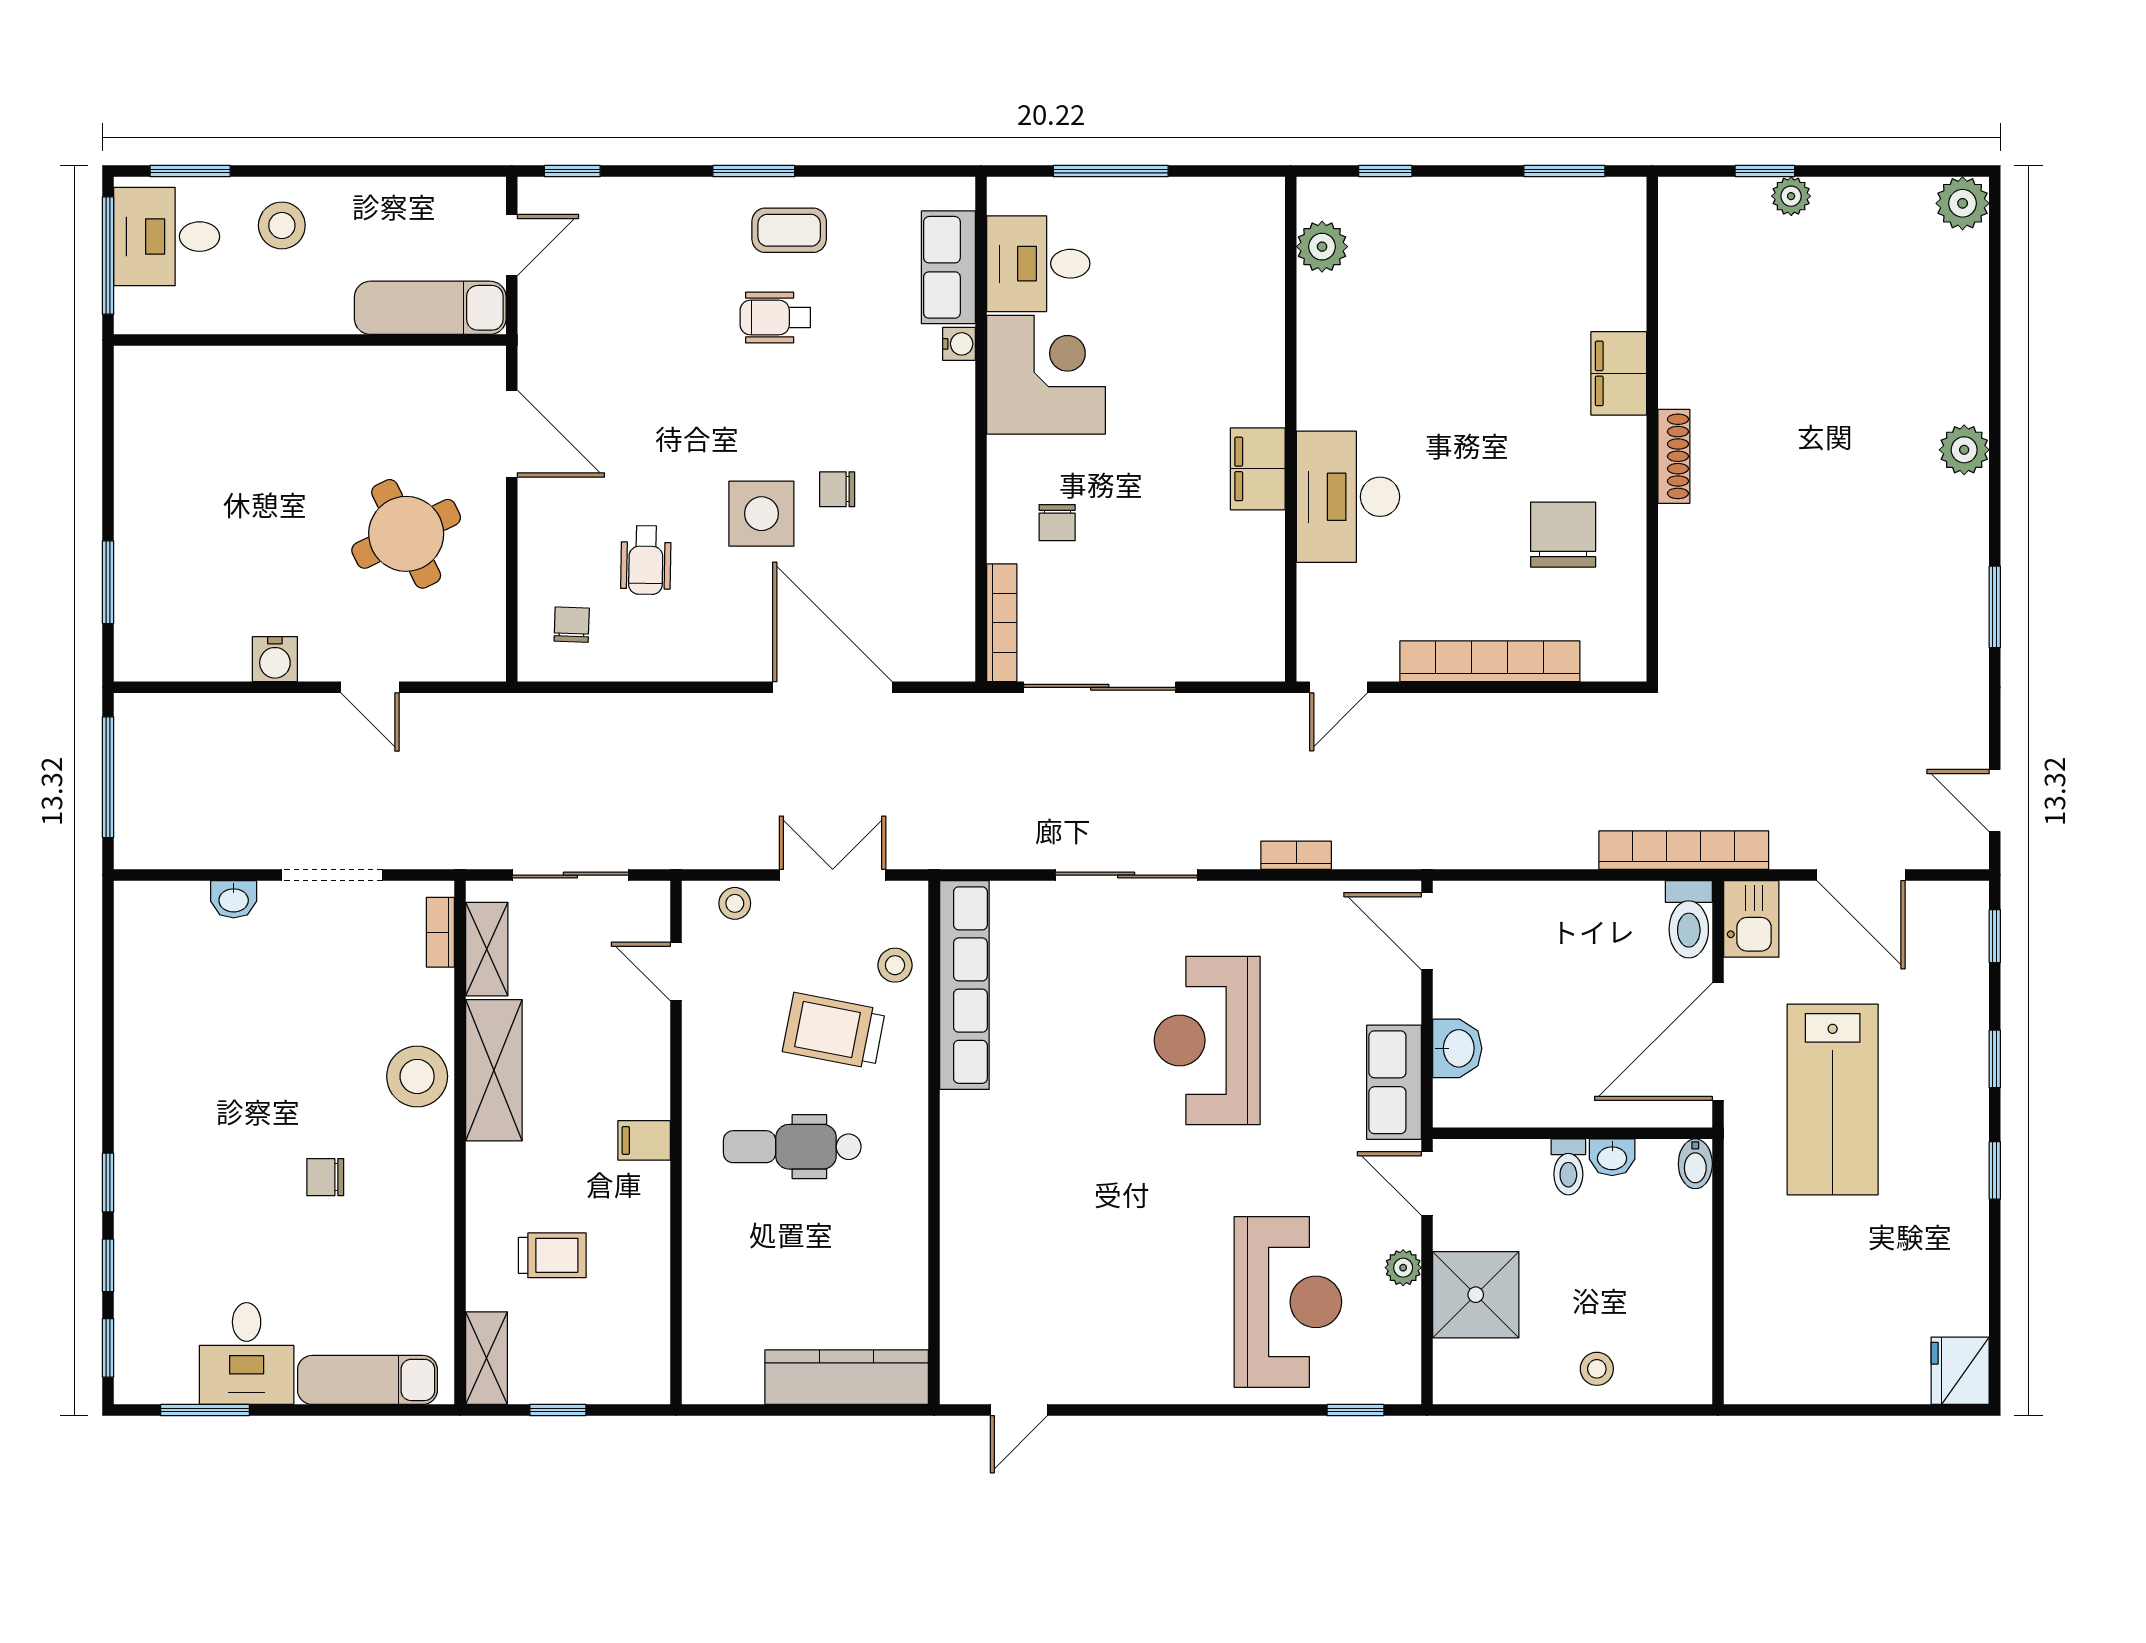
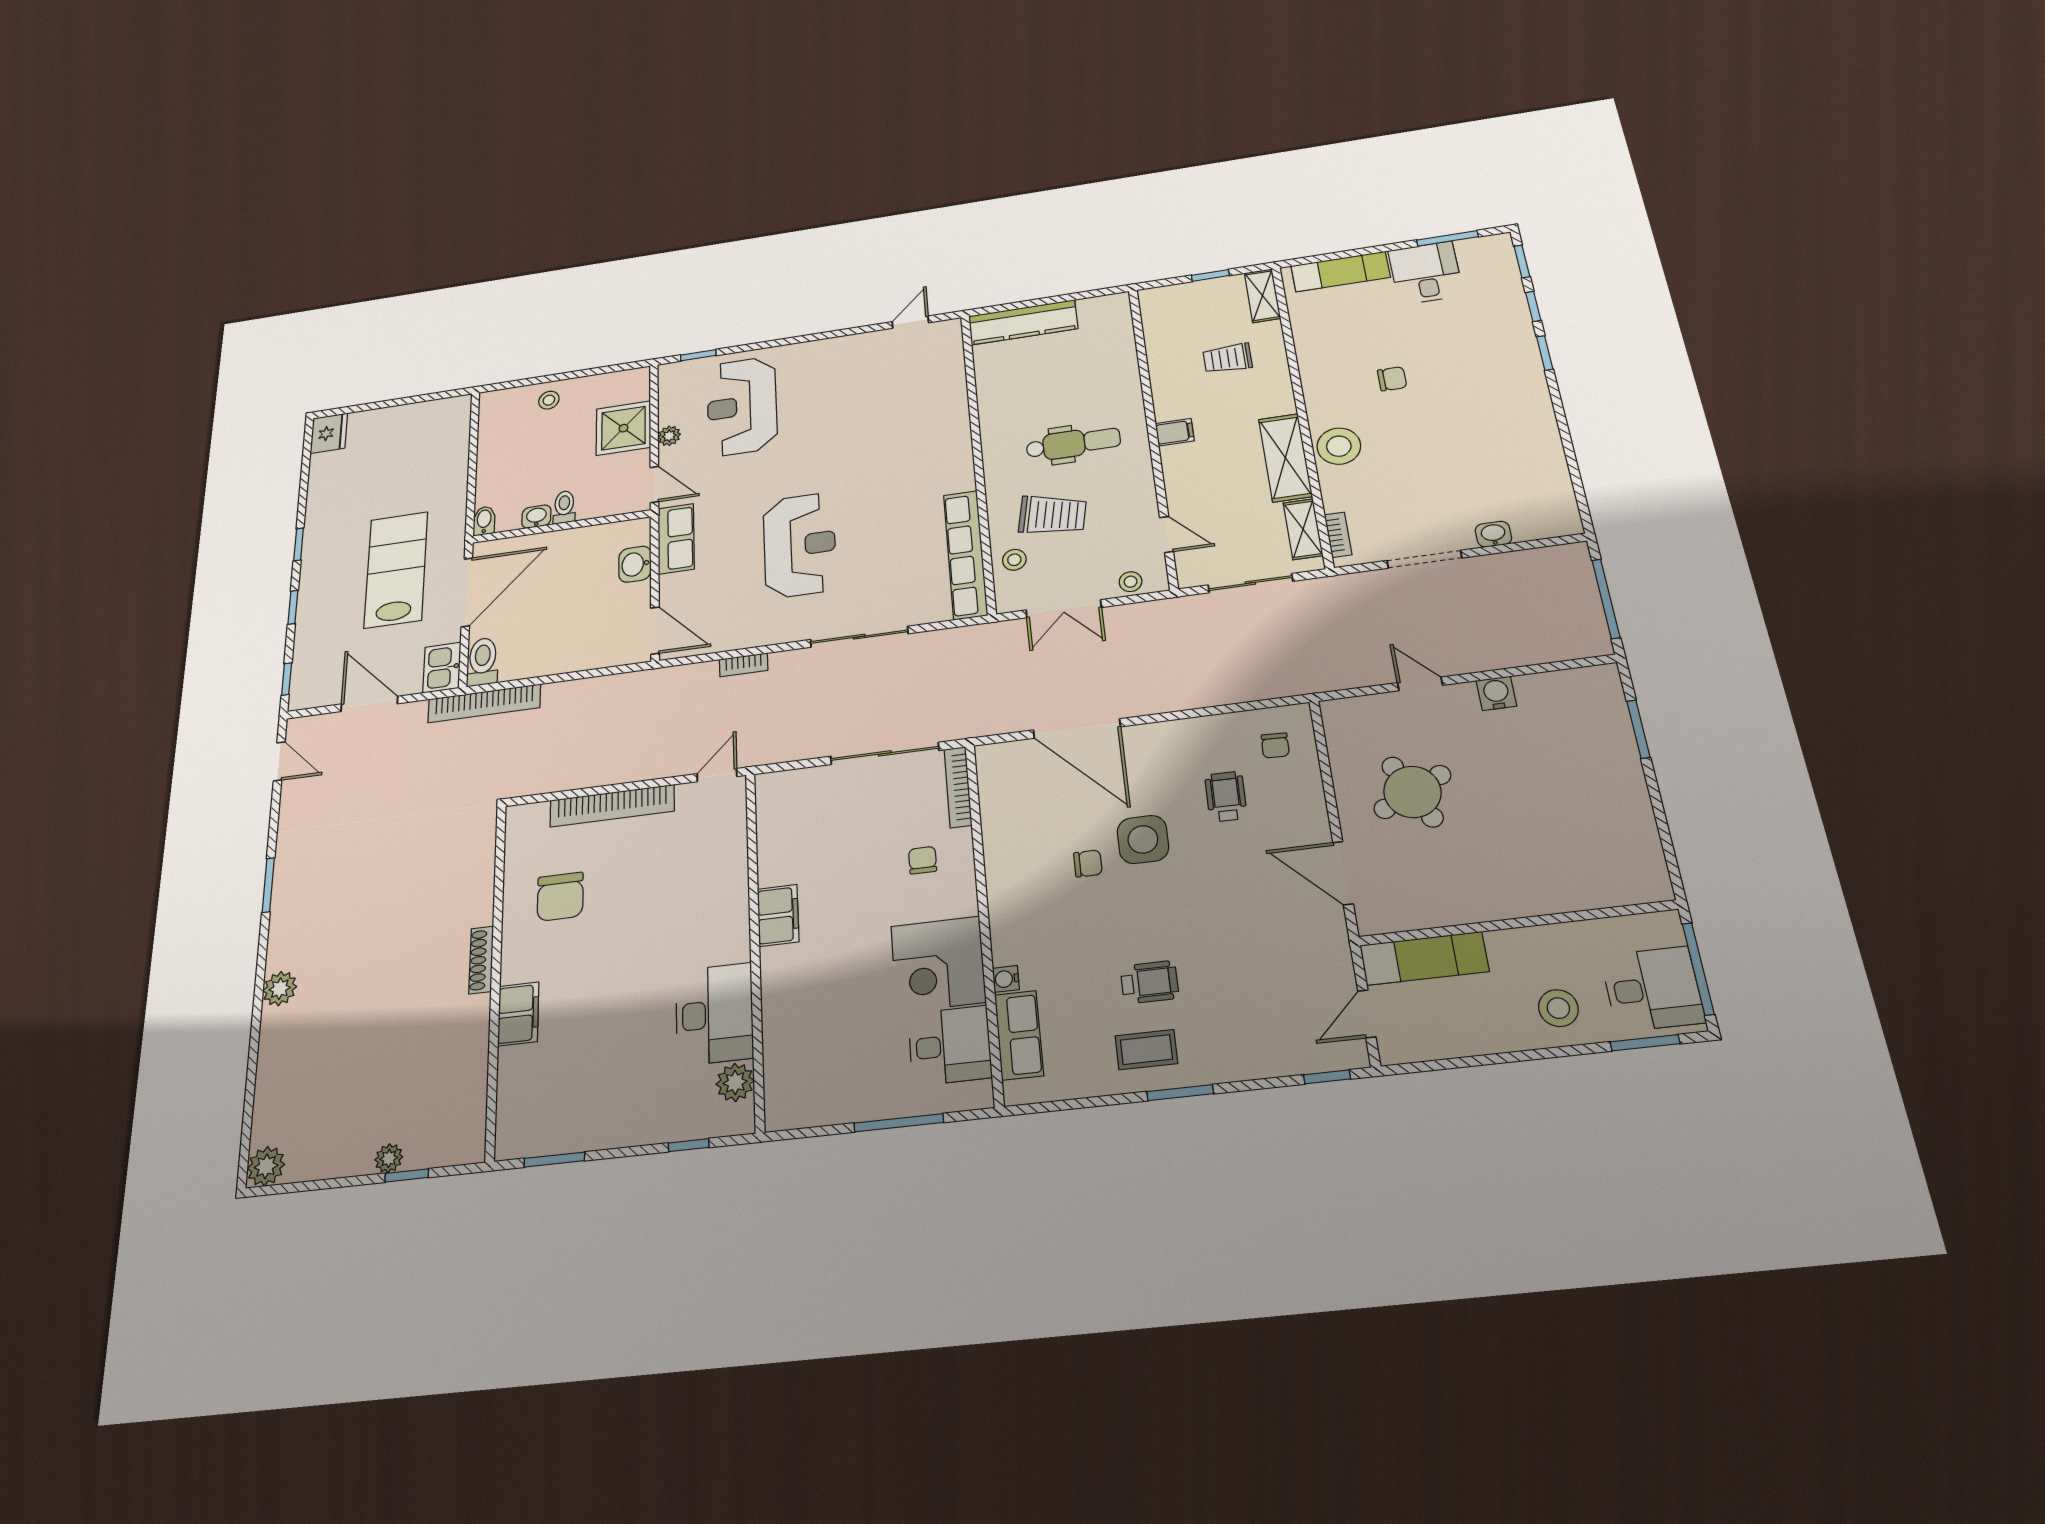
desk: (1348, 497) -> (714, 1014), moved

